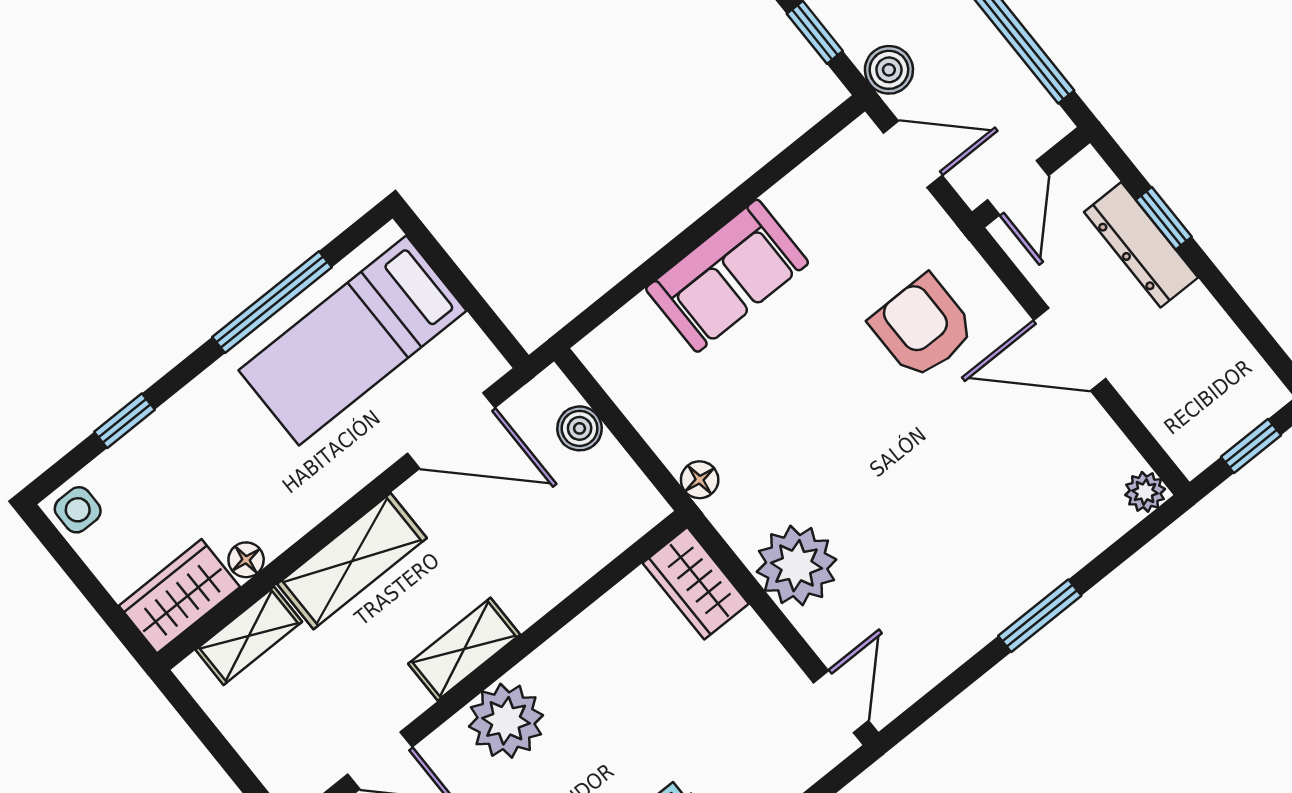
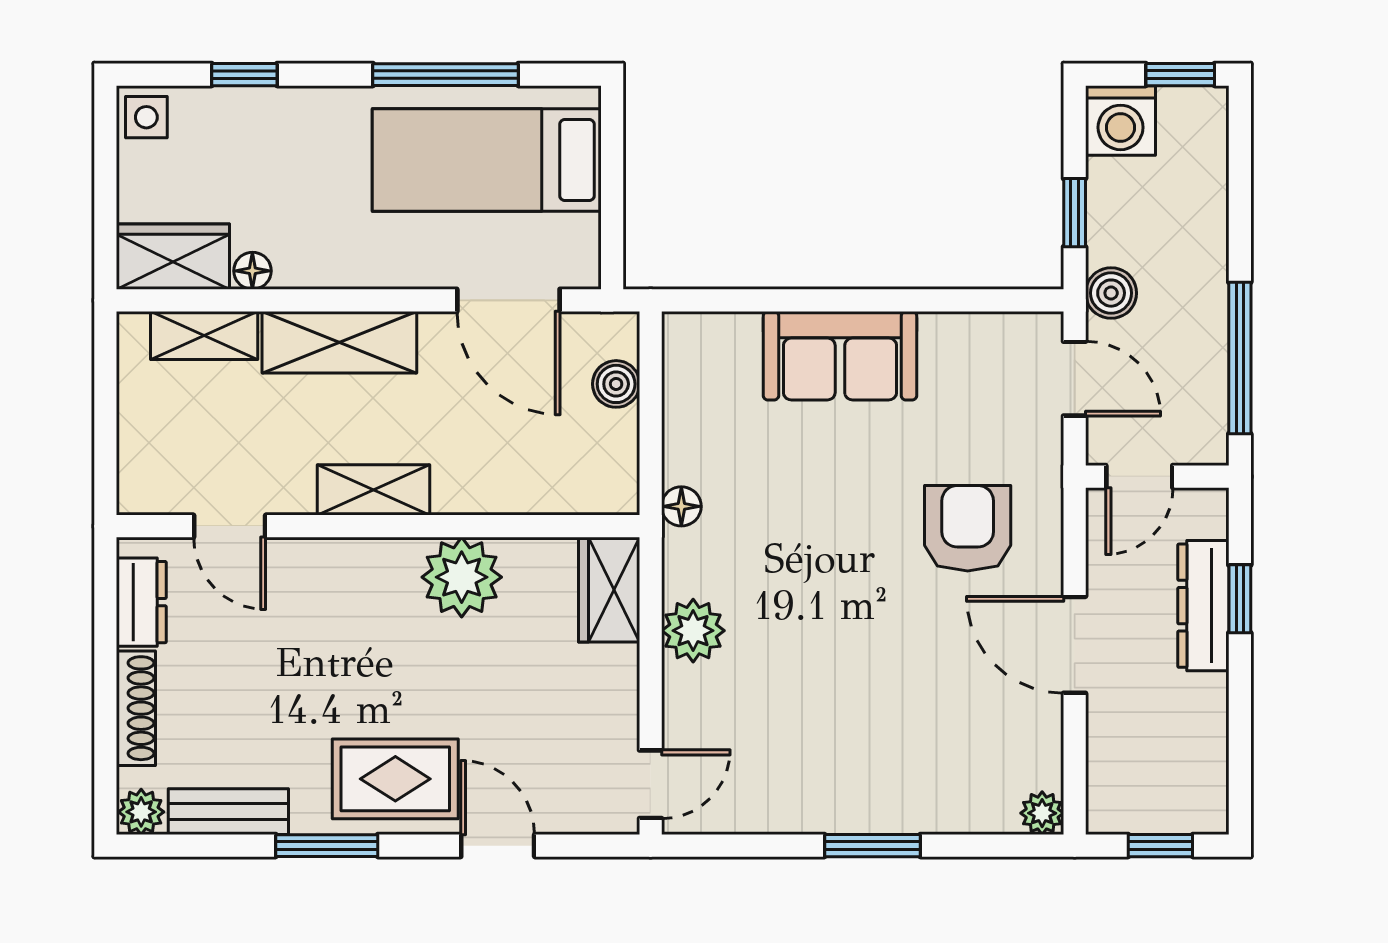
plant: (797, 566) -> (693, 631), width x0.73, depth x0.73
plant: (506, 721) -> (462, 577), moved

